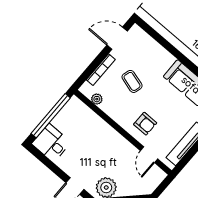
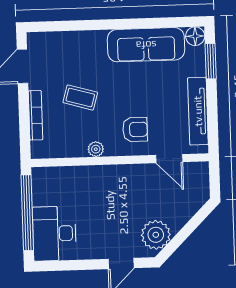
plant: (97, 99) -> (96, 149), moved
desk: (51, 143) -> (54, 234), width x1.37

